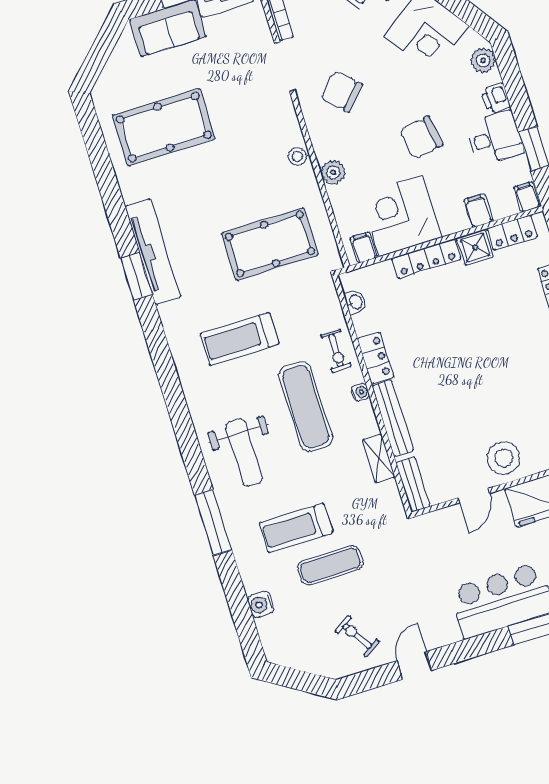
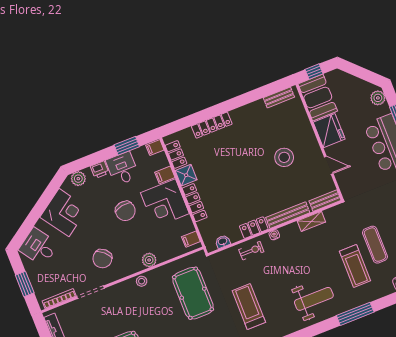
corner desk: (401, 216) -> (165, 203), moved
treadmill: (240, 339) -> (249, 306), turned 180
exercise mat: (306, 407) -> (285, 266), removed
stool: (504, 458) -> (284, 157), moved

